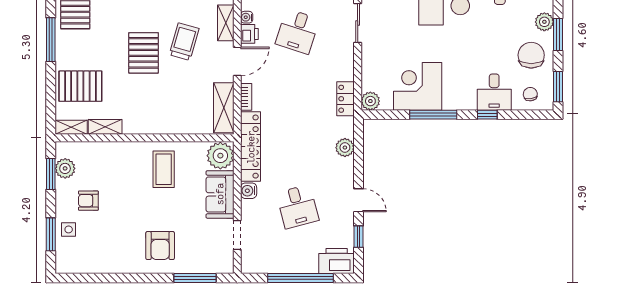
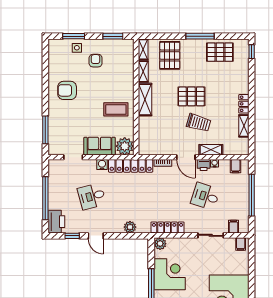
locker: (346, 99) -> (167, 227), width x1.53
shelving: (224, 108) -> (145, 100), moved, turned 90
plant: (65, 168) -> (116, 45), removed
door: (359, 200) -> (96, 236), hinge flipped
armchair: (160, 246) -> (67, 90), moved

